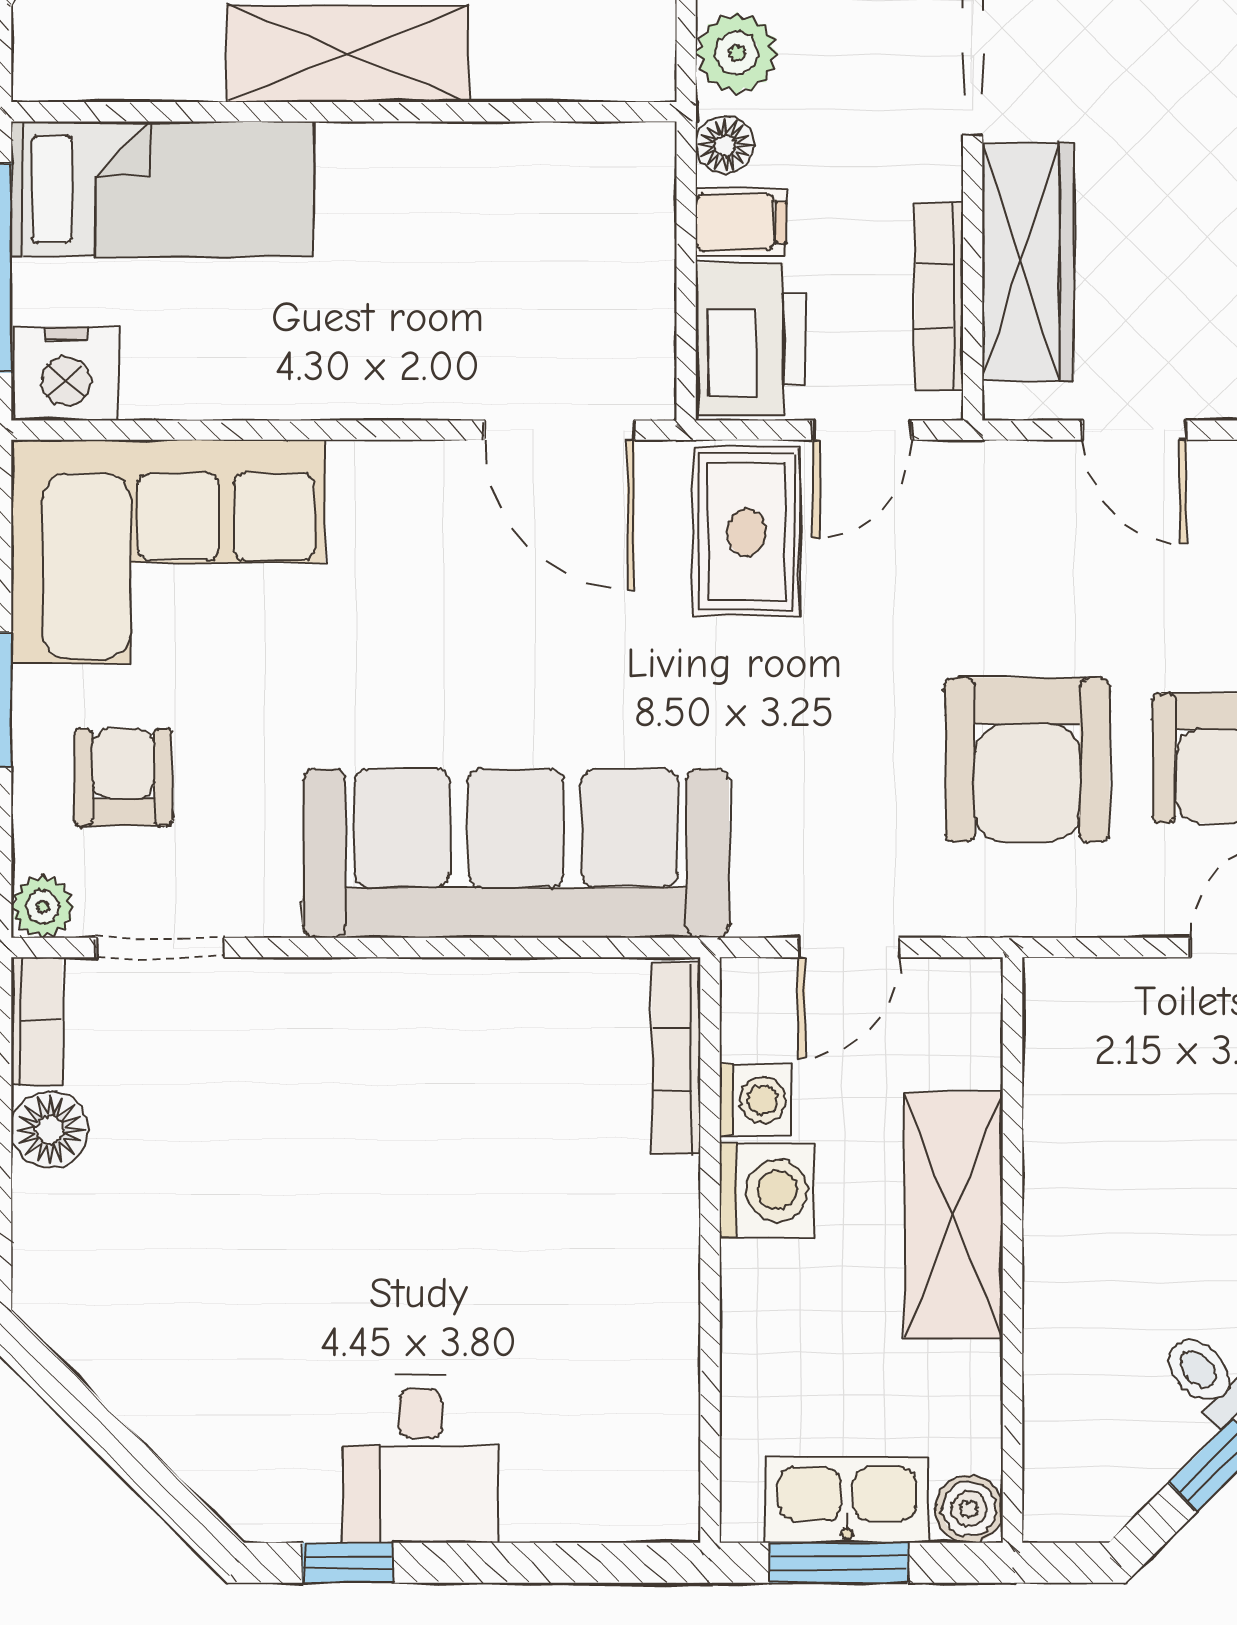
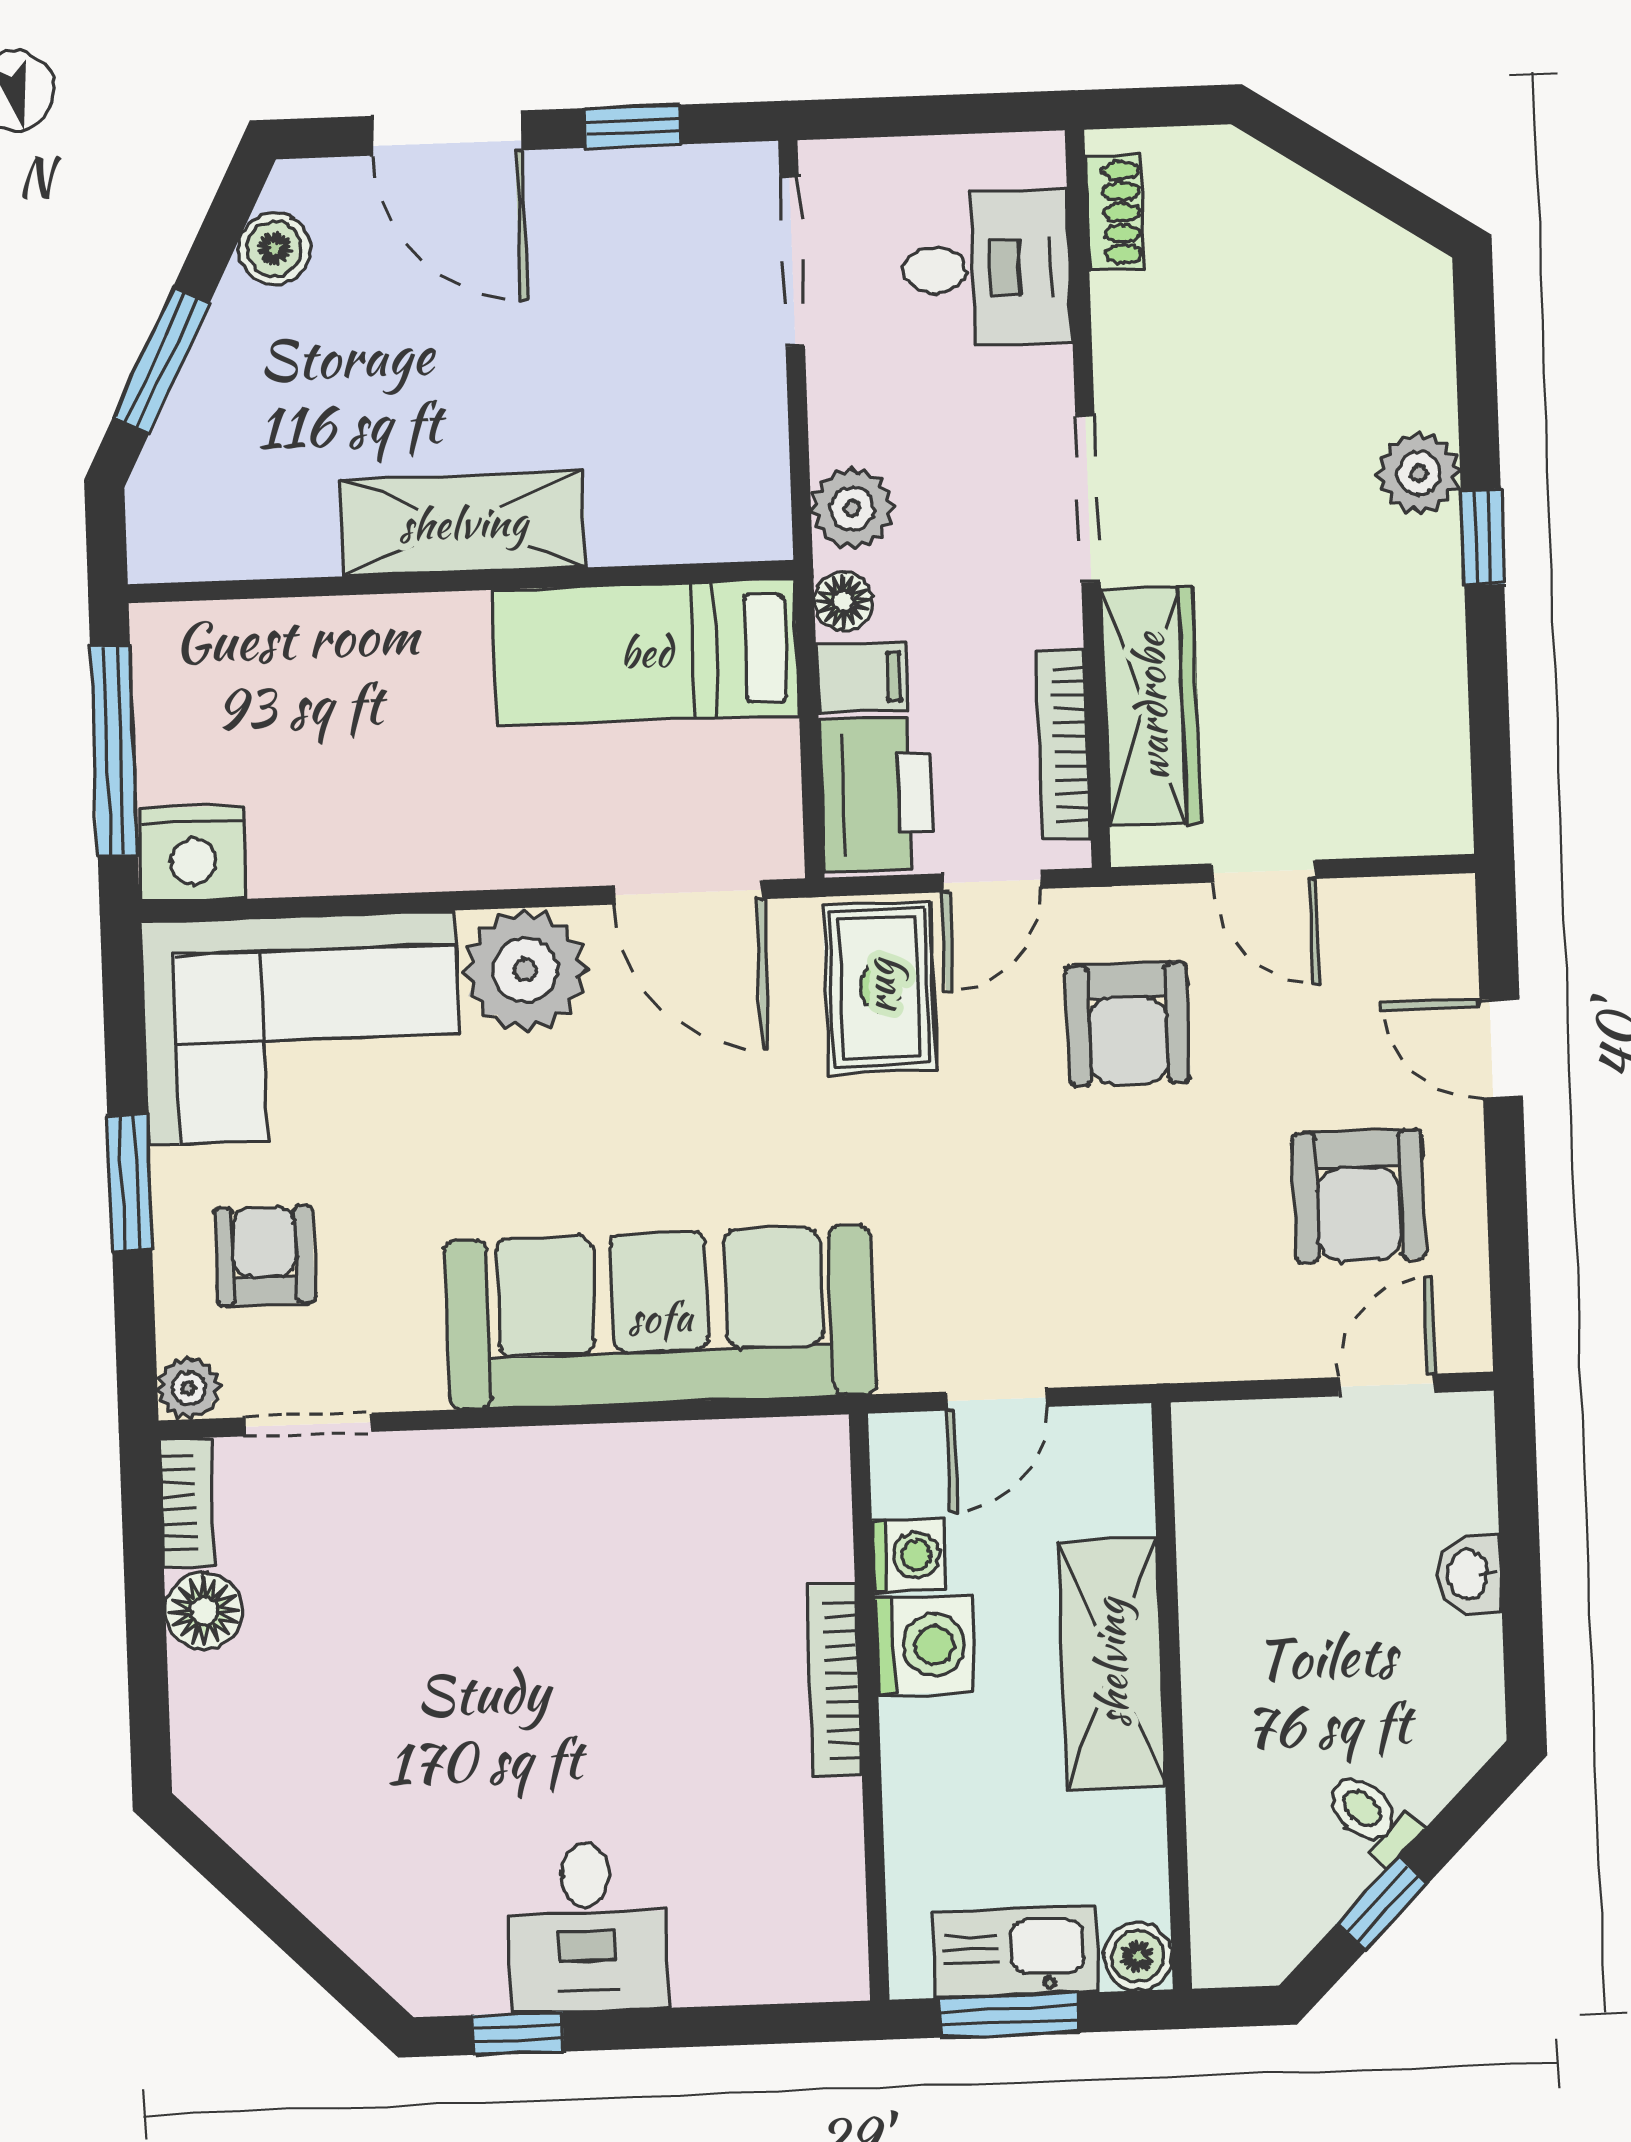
bed: (162, 189) -> (646, 652), moved, turned 180
plant: (394, 502) -> (525, 970), added
armchair: (1027, 760) -> (1128, 1024), moved, width x0.73, depth x0.73
bookcase: (676, 1059) -> (834, 1681), moved

